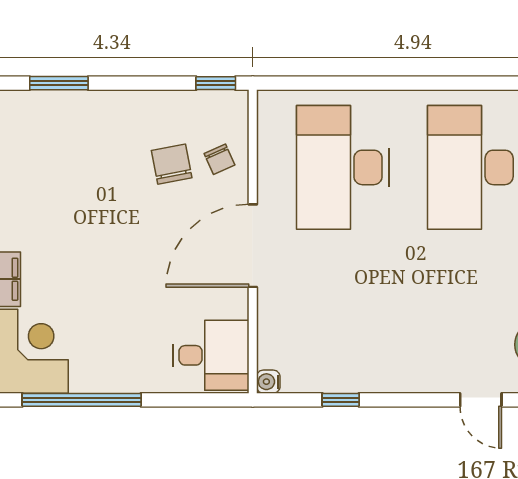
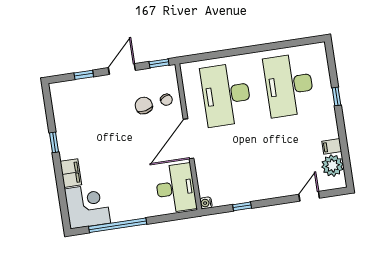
window: (59, 83) -> (84, 75), width x0.67
door: (138, 83) -> (122, 69), added
desk: (211, 355) -> (176, 188), width x1.37
door: (481, 400) -> (309, 196), swing flipped

